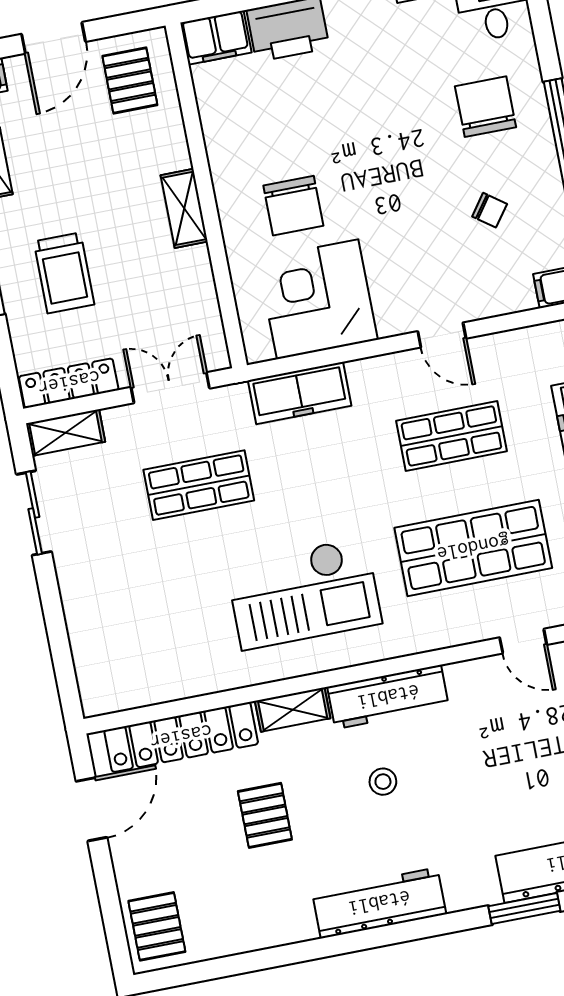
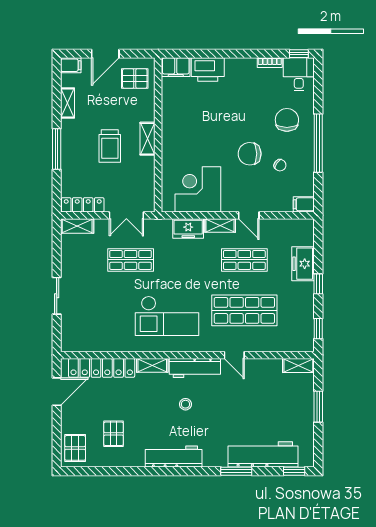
pallet: (130, 80) -> (135, 79), turned 90
chair: (293, 206) -> (250, 154), moved, turned 89
trolley: (64, 273) -> (110, 146), moved
shelving: (383, 370) -> (220, 225), added
double door: (170, 388) -> (126, 215), swing flipped
freezer: (300, 393) -> (188, 228), width x0.71
sliding door: (34, 513) -> (57, 296), moved
door: (523, 641) -> (234, 355), moved
pallet: (265, 815) -> (114, 434), moved

